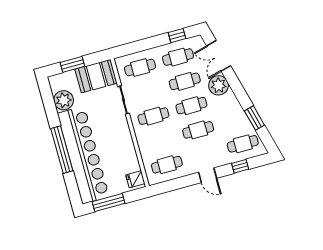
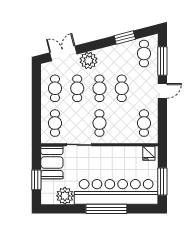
window: (177, 36) -> (36, 84), removed
double door: (219, 56) -> (63, 53), swing flipped
window: (240, 166) -> (162, 61), width x2.17

